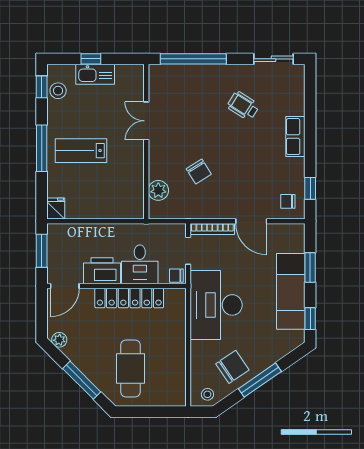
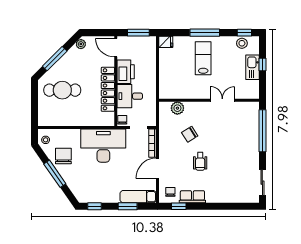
wheelchair: (243, 106) -> (200, 161), moved, turned 148
row of seats: (295, 137) -> (192, 197), moved
exam couch: (291, 291) -> (138, 197), moved, width x0.73, depth x0.69
chair: (232, 367) -> (63, 156), turned -146

